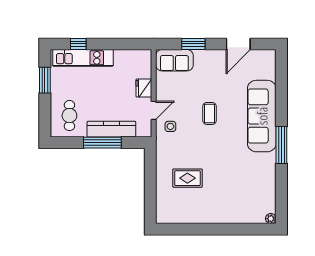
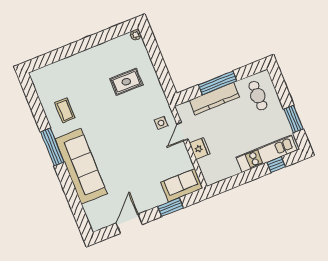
coffee table: (210, 113) -> (65, 110), moved
plant: (271, 219) -> (136, 35), moved

